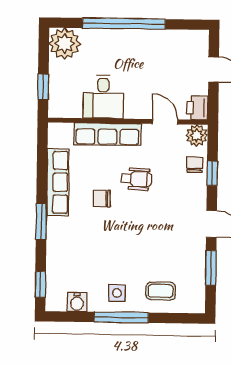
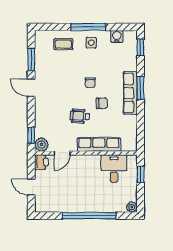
plant: (65, 44) -> (132, 207), width x0.53, depth x0.53
desk: (103, 97) -> (114, 169), moved
door: (165, 122) -> (62, 153), hinge flipped
chair: (195, 165) -> (90, 83), moved
window: (212, 173) -> (31, 135), moved
row of seats: (58, 182) -> (130, 93), moved

